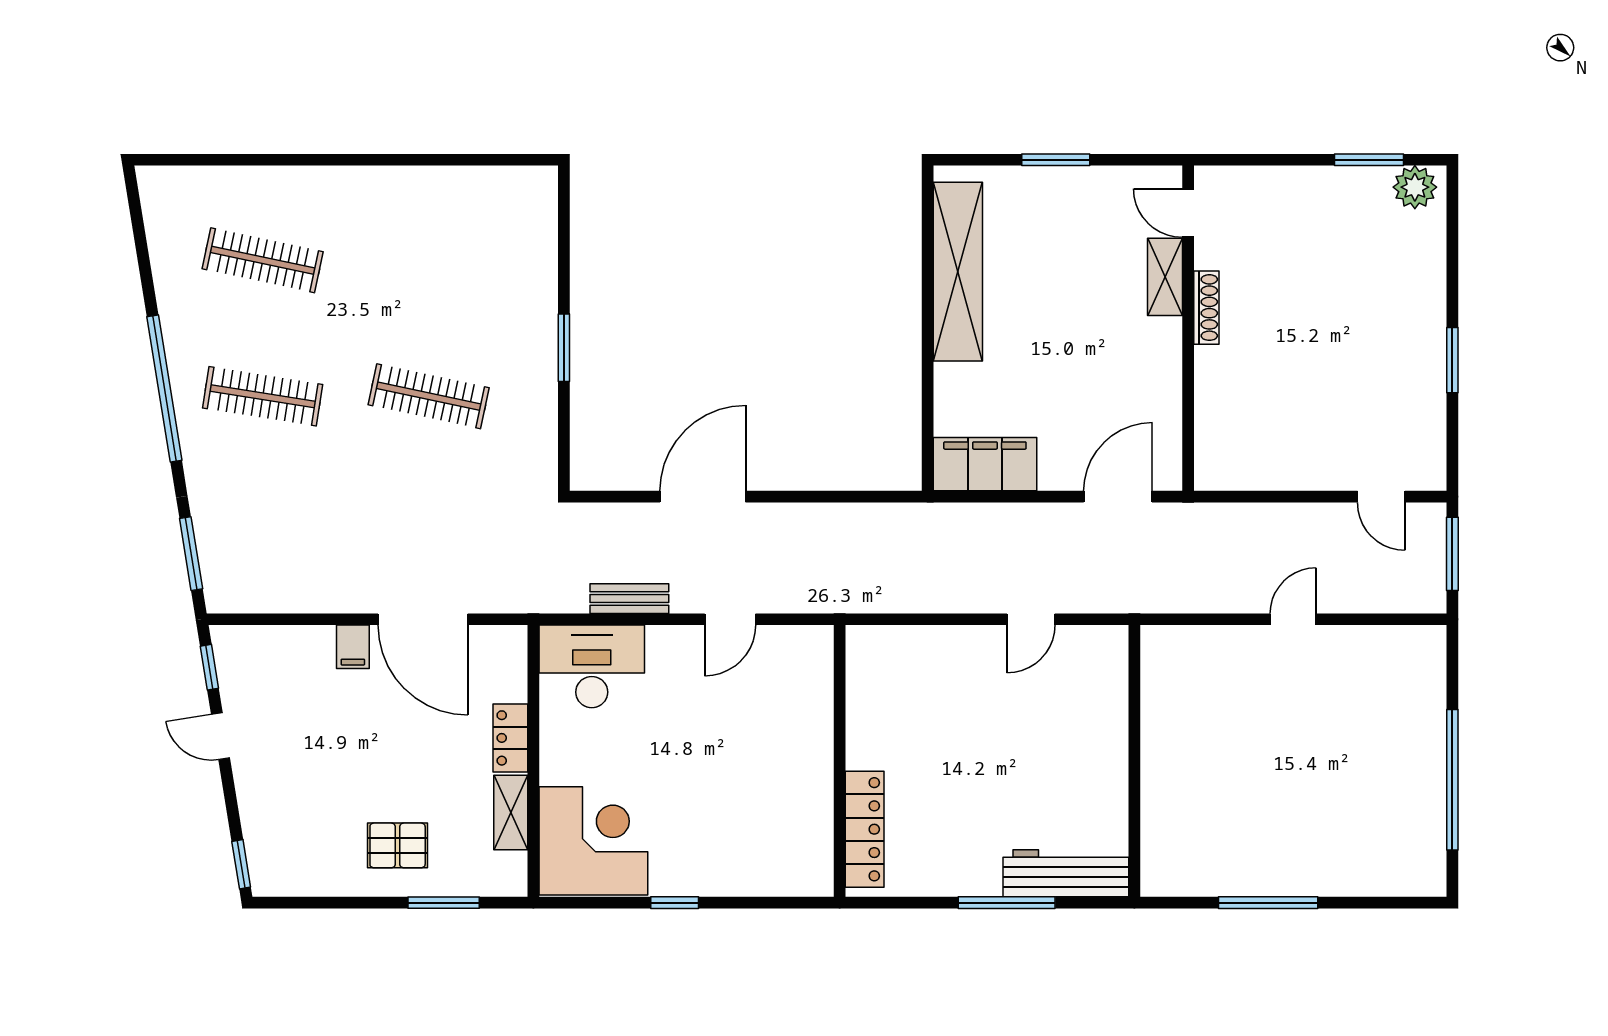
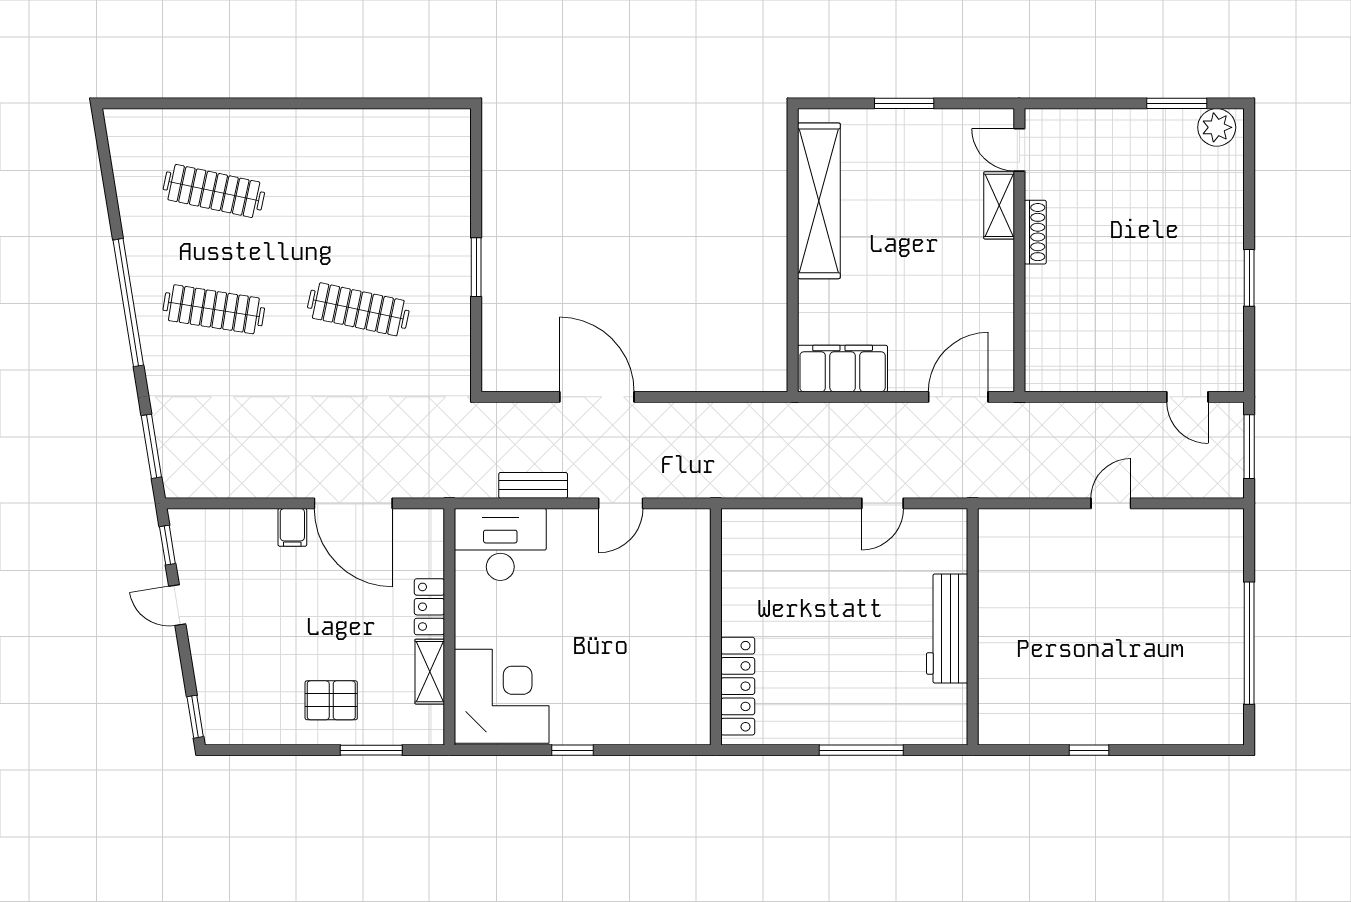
door: (703, 497) -> (597, 397), hinge flipped
workbench: (1066, 873) -> (947, 629), moved, turned -90
window: (1268, 903) -> (1089, 750), width x0.46

